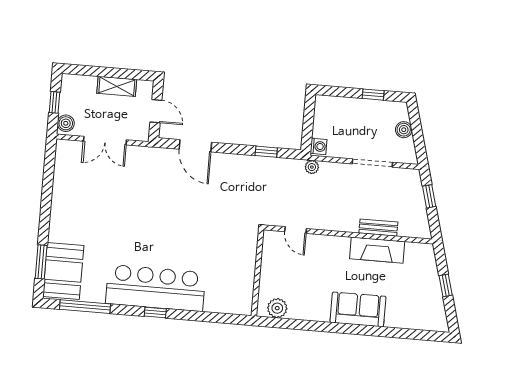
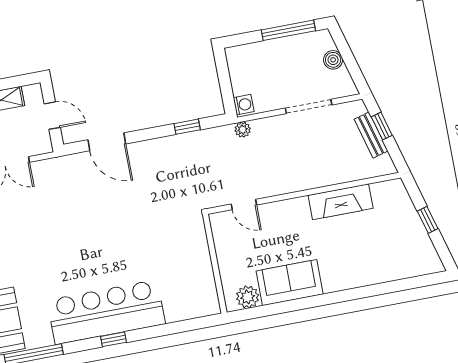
window: (373, 95) -> (288, 30), width x2.17
bench: (378, 228) -> (371, 135), moved, turned 75
sofa: (358, 309) -> (290, 283), moved

